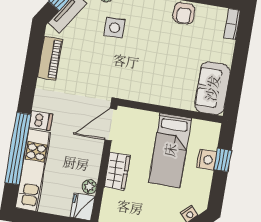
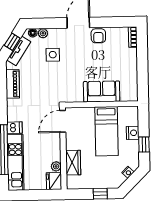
sofa: (212, 88) -> (102, 91), moved, turned 90
window: (223, 160) -> (144, 145), moved
wardrobe: (117, 171) -> (73, 163), moved

